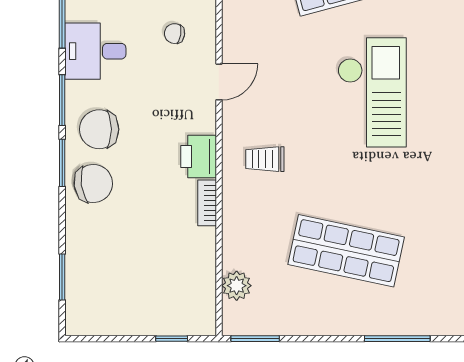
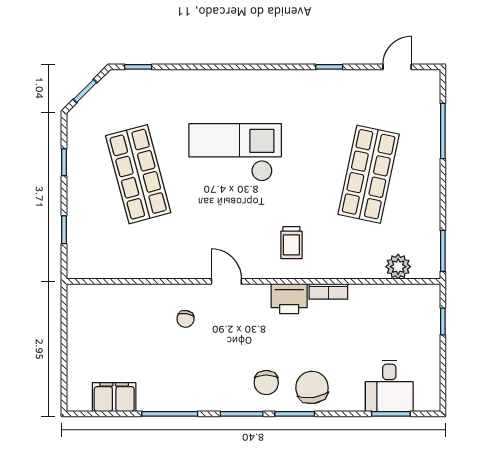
desk: (95, 51) -> (389, 386), moved
chair: (99, 129) -> (266, 383), width x0.73, depth x0.73

